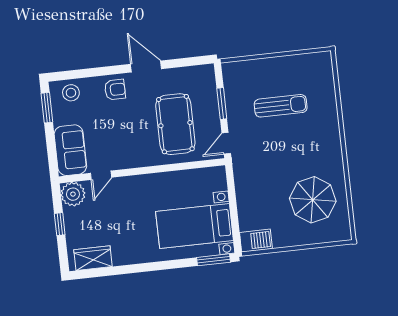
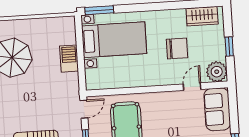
chair: (121, 219) -> (177, 48), added
barbecue: (256, 241) -> (69, 59), moved, turned 90

